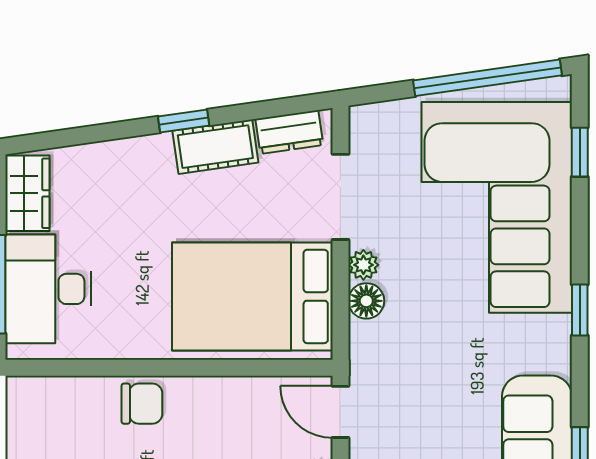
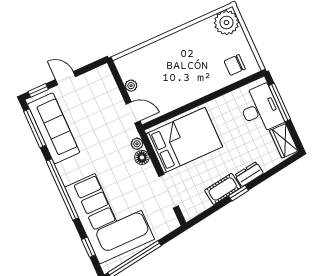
dresser: (289, 132) -> (249, 174), moved
plant: (363, 265) -> (137, 144), moved
window: (580, 310) -> (62, 189), width x3.17
chair: (142, 404) -> (235, 65), moved

